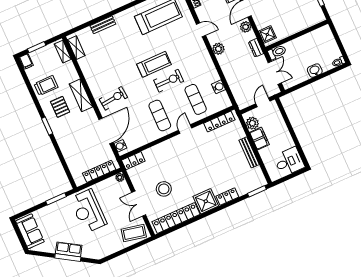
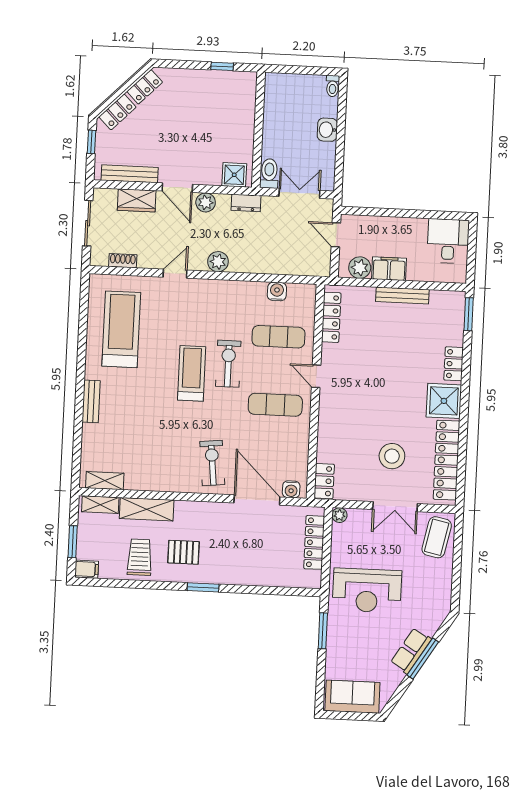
bench: (103, 25) -> (91, 401), moved
shelving: (81, 95) -> (147, 509), moved

